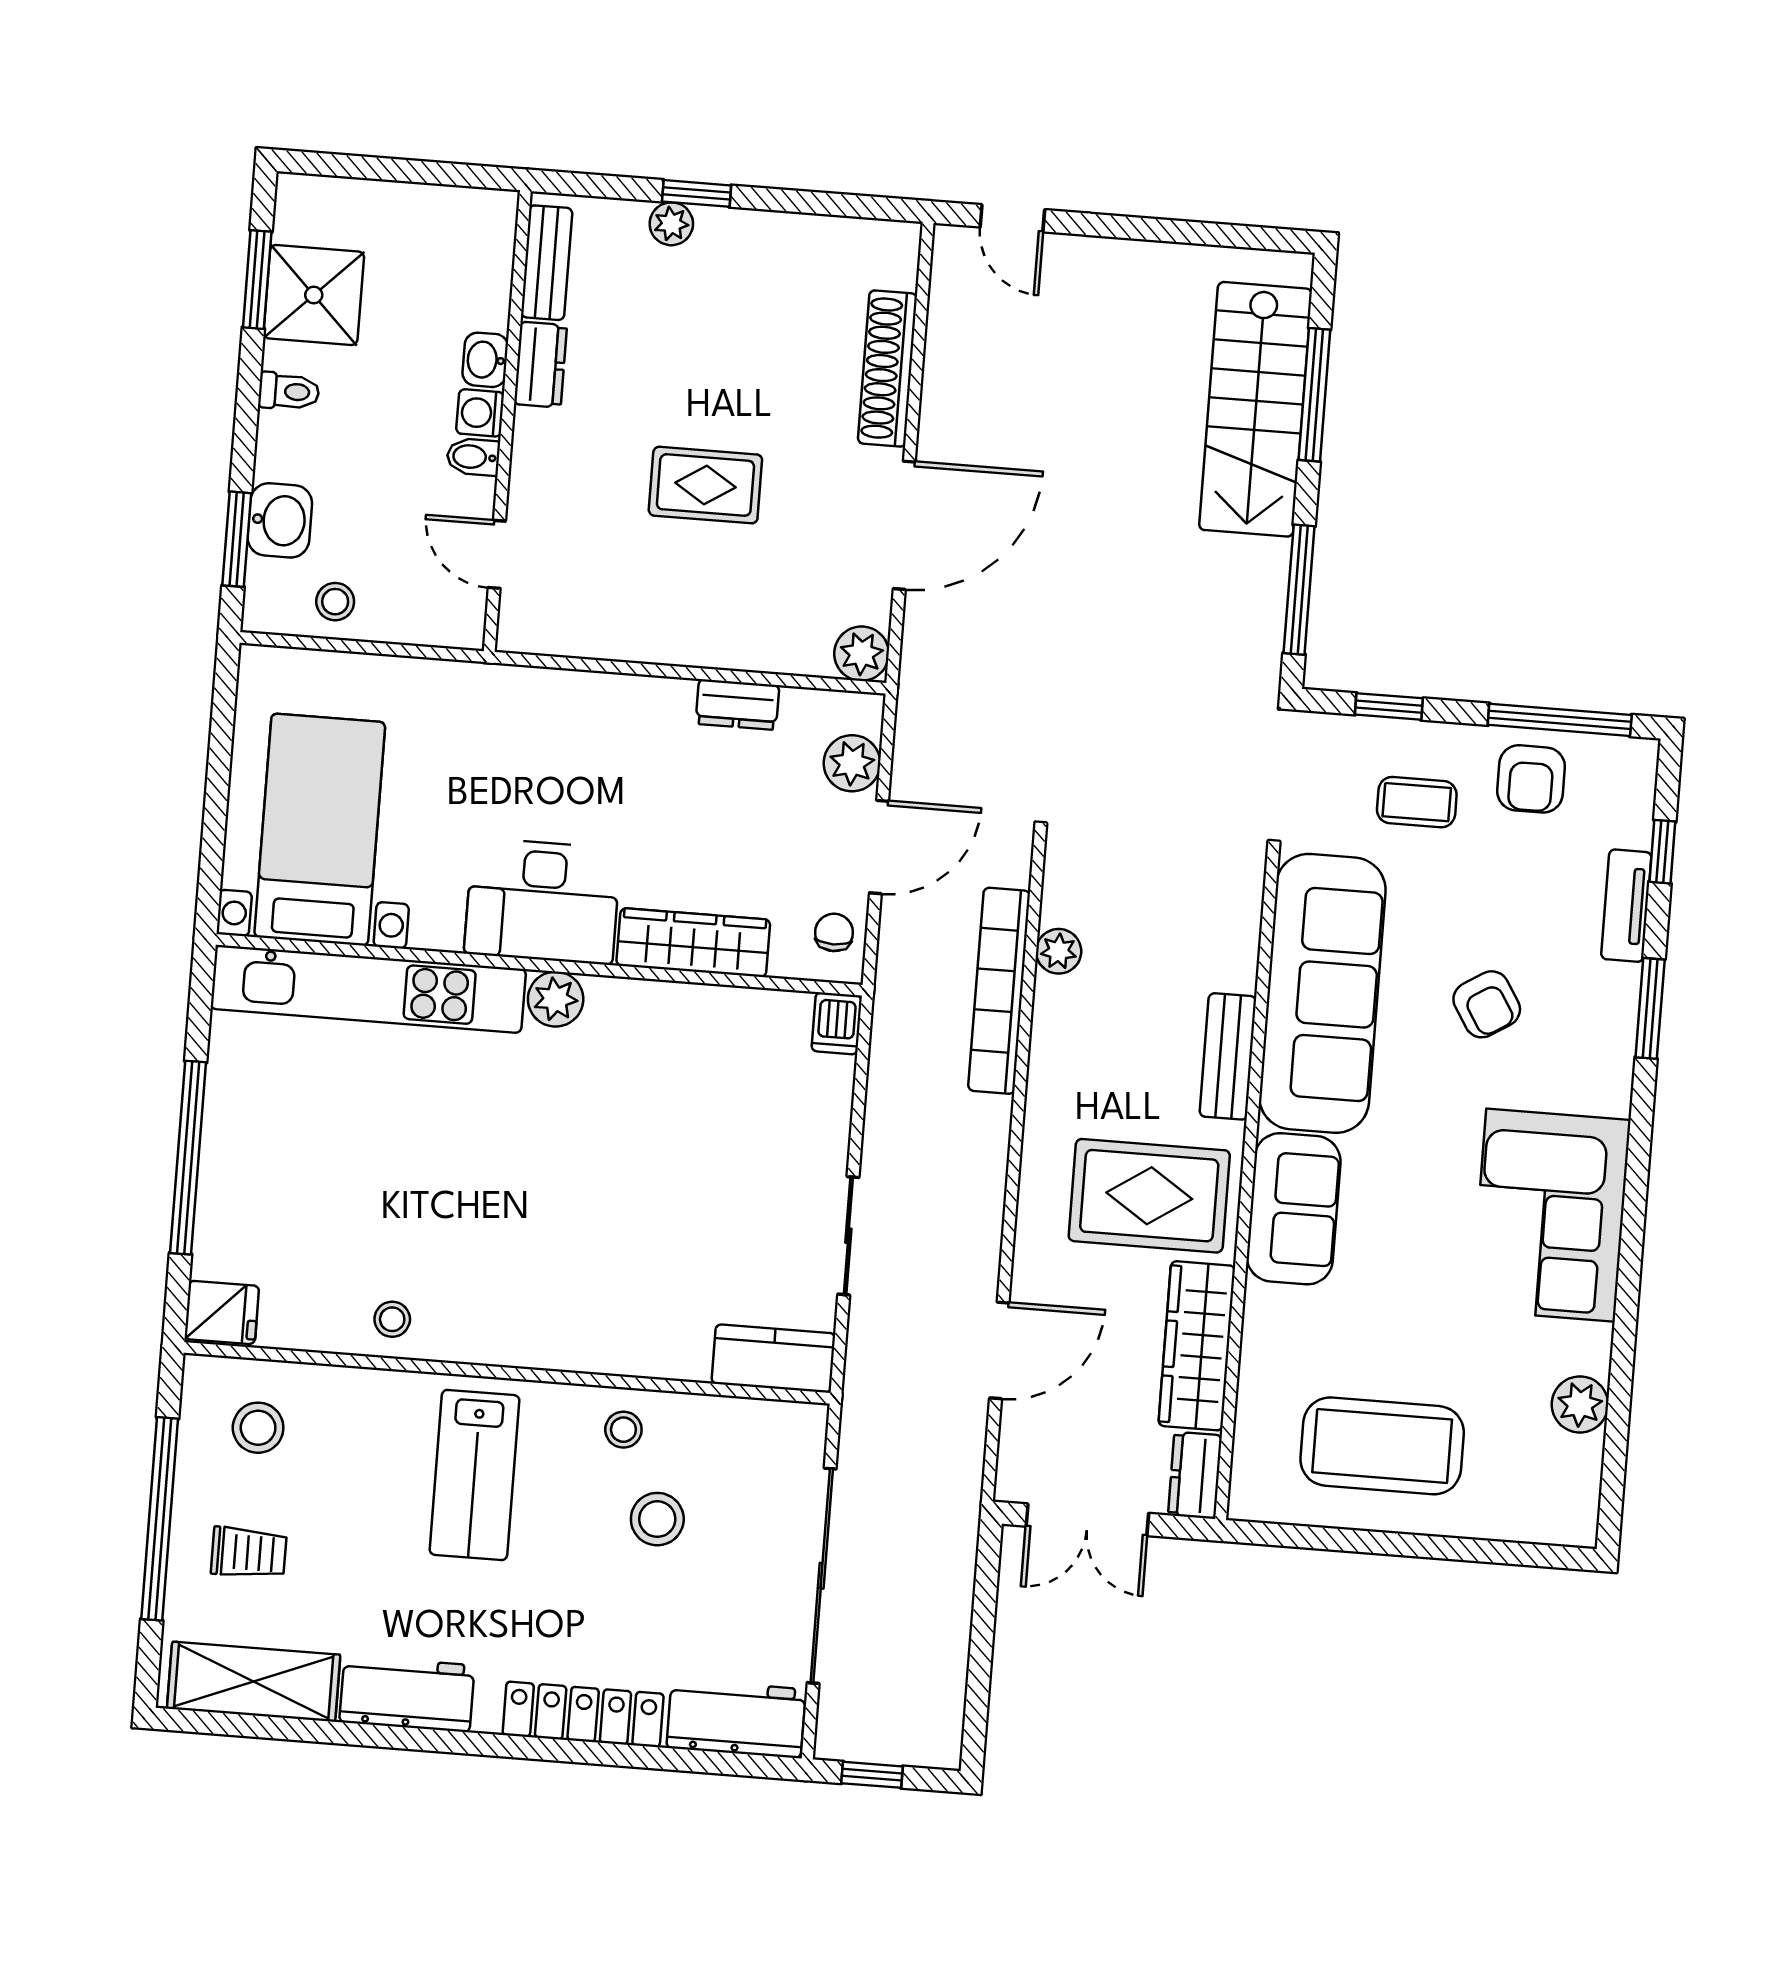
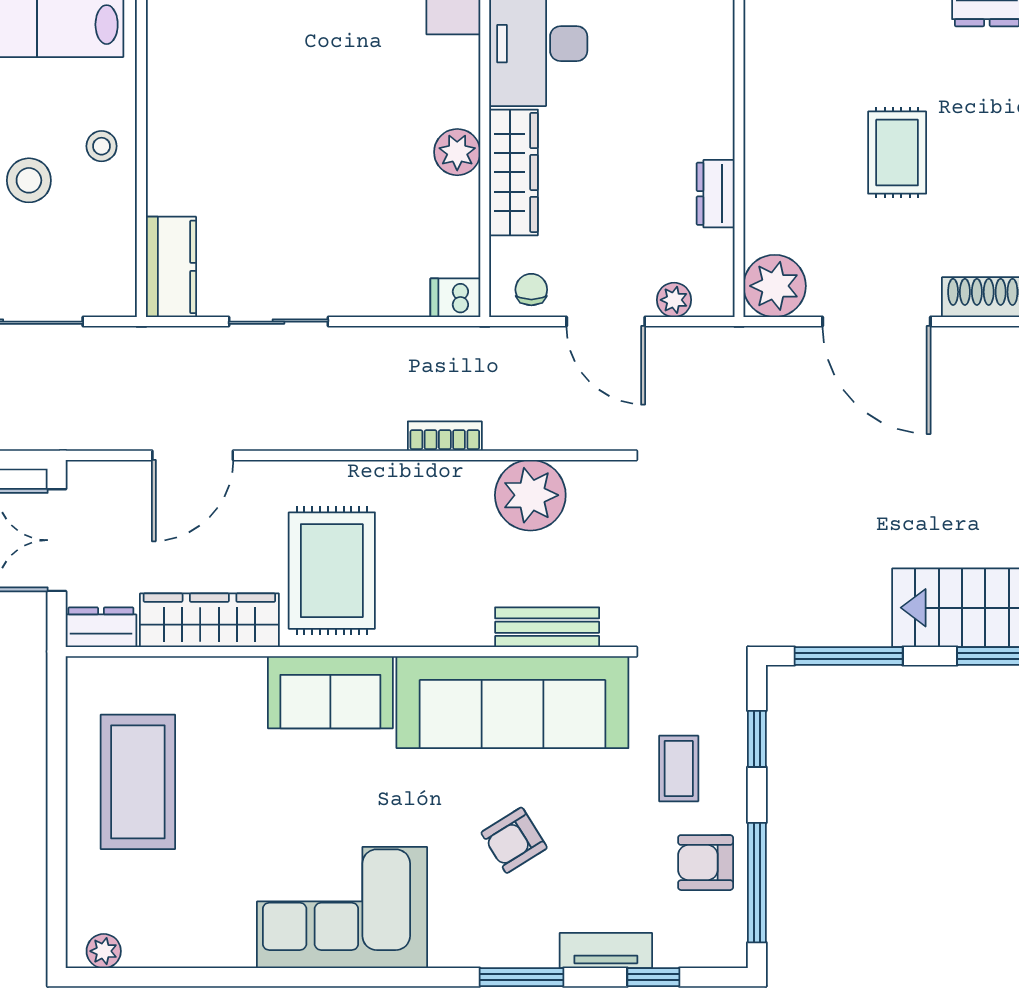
plant: (862, 654) -> (775, 286), width x1.36, depth x1.36
plant: (852, 763) -> (674, 300), width x0.73, depth x0.73
chair: (834, 932) -> (531, 290), turned -90
plant: (1059, 951) -> (530, 495), width x1.87, depth x1.87
bookcase: (999, 991) -> (445, 436), width x0.43, depth x0.76
plant: (556, 999) -> (457, 152), moved
bench: (1228, 1056) -> (547, 627), moved
door: (999, 1350) -> (193, 455), hinge flipped
plant: (1580, 1404) -> (104, 951), moved, width x0.73, depth x0.73

